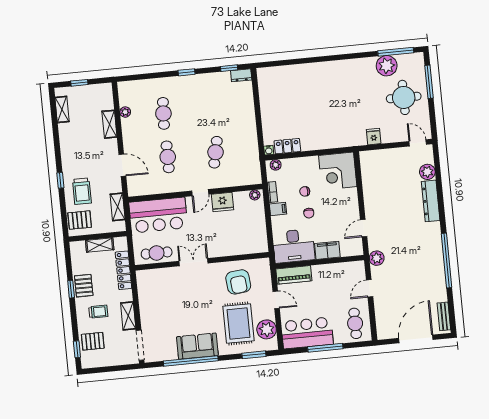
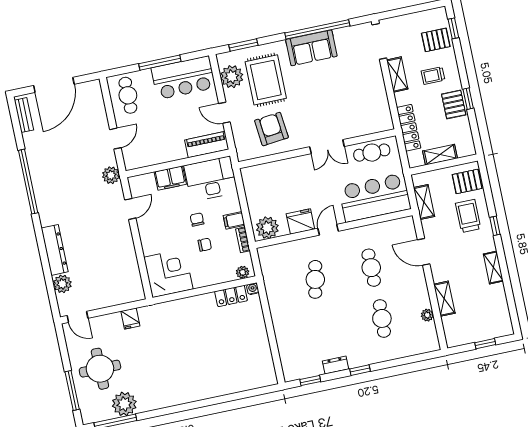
dresser: (241, 75) -> (335, 365), moved
shelving: (62, 109) -> (493, 268), moved
plant: (255, 195) -> (267, 228), width x1.88, depth x1.88

